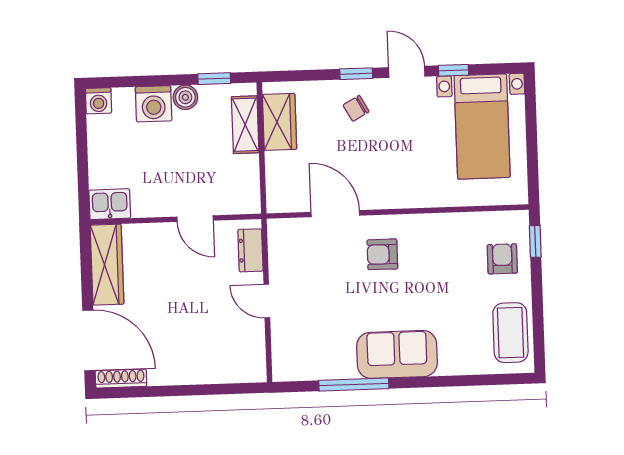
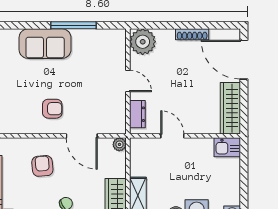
armchair: (394, 165) -> (42, 166), added
plant: (276, 203) -> (119, 144), added
plant: (246, 363) -> (143, 42), added
shoe rack: (121, 379) -> (192, 34), moved

